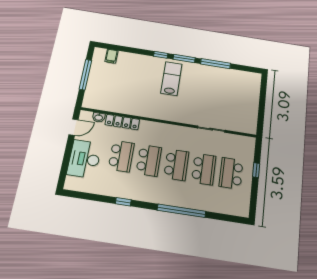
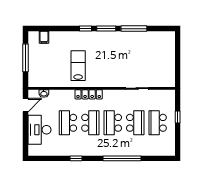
lab bench: (171, 79) -> (78, 66), moved
locker: (122, 122) -> (89, 94), moved
school desk: (121, 156) -> (68, 123), turned 180
school desk: (176, 165) -> (113, 123), turned 180

